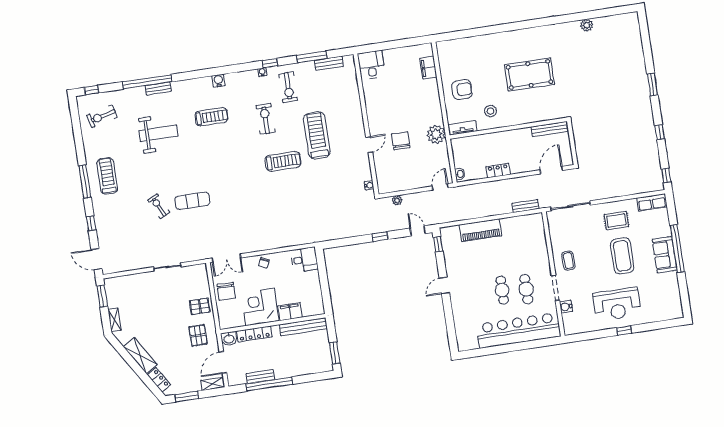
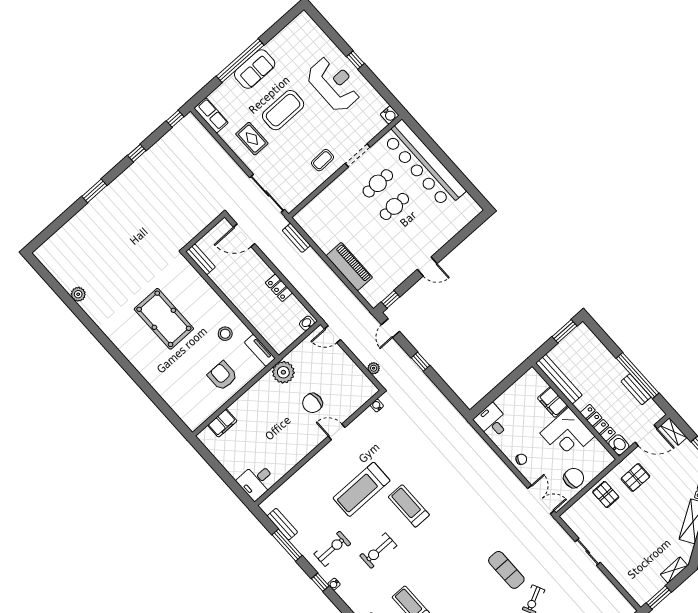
bench: (550, 129) -> (201, 259), width x0.73
water cooler: (566, 307) -> (390, 115), moved

